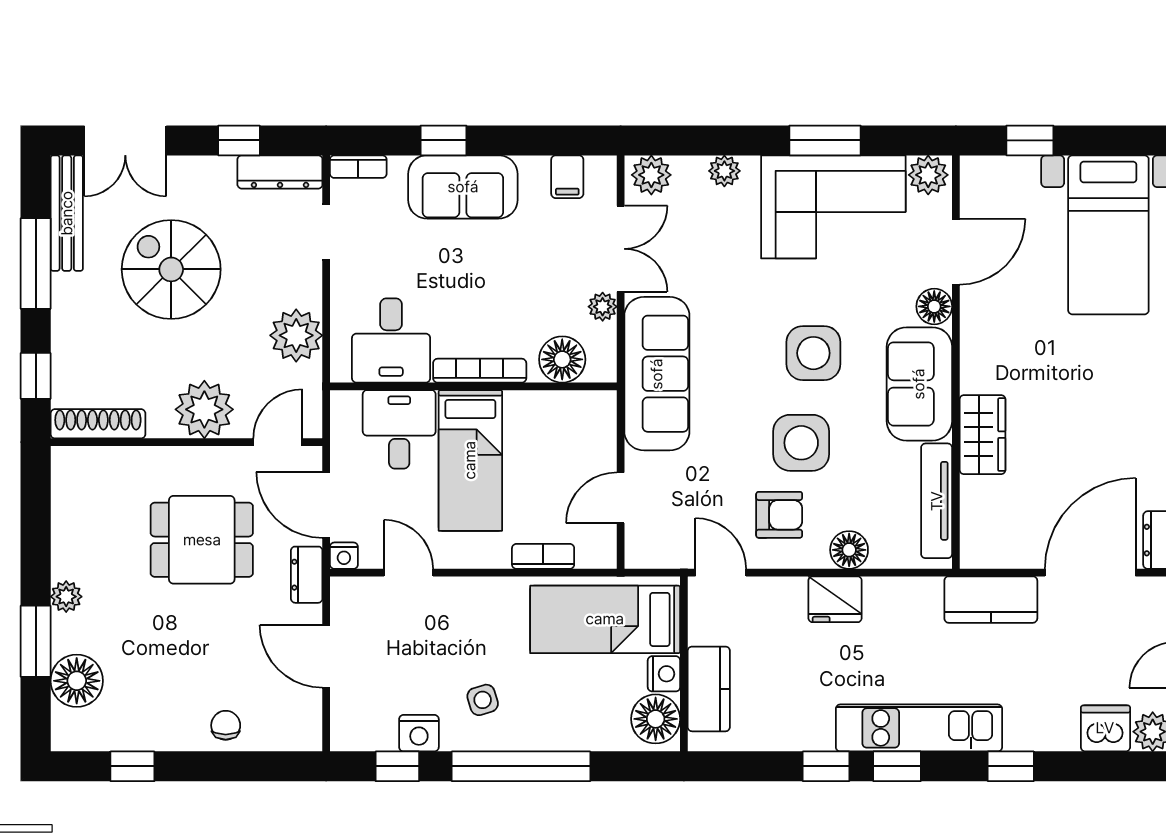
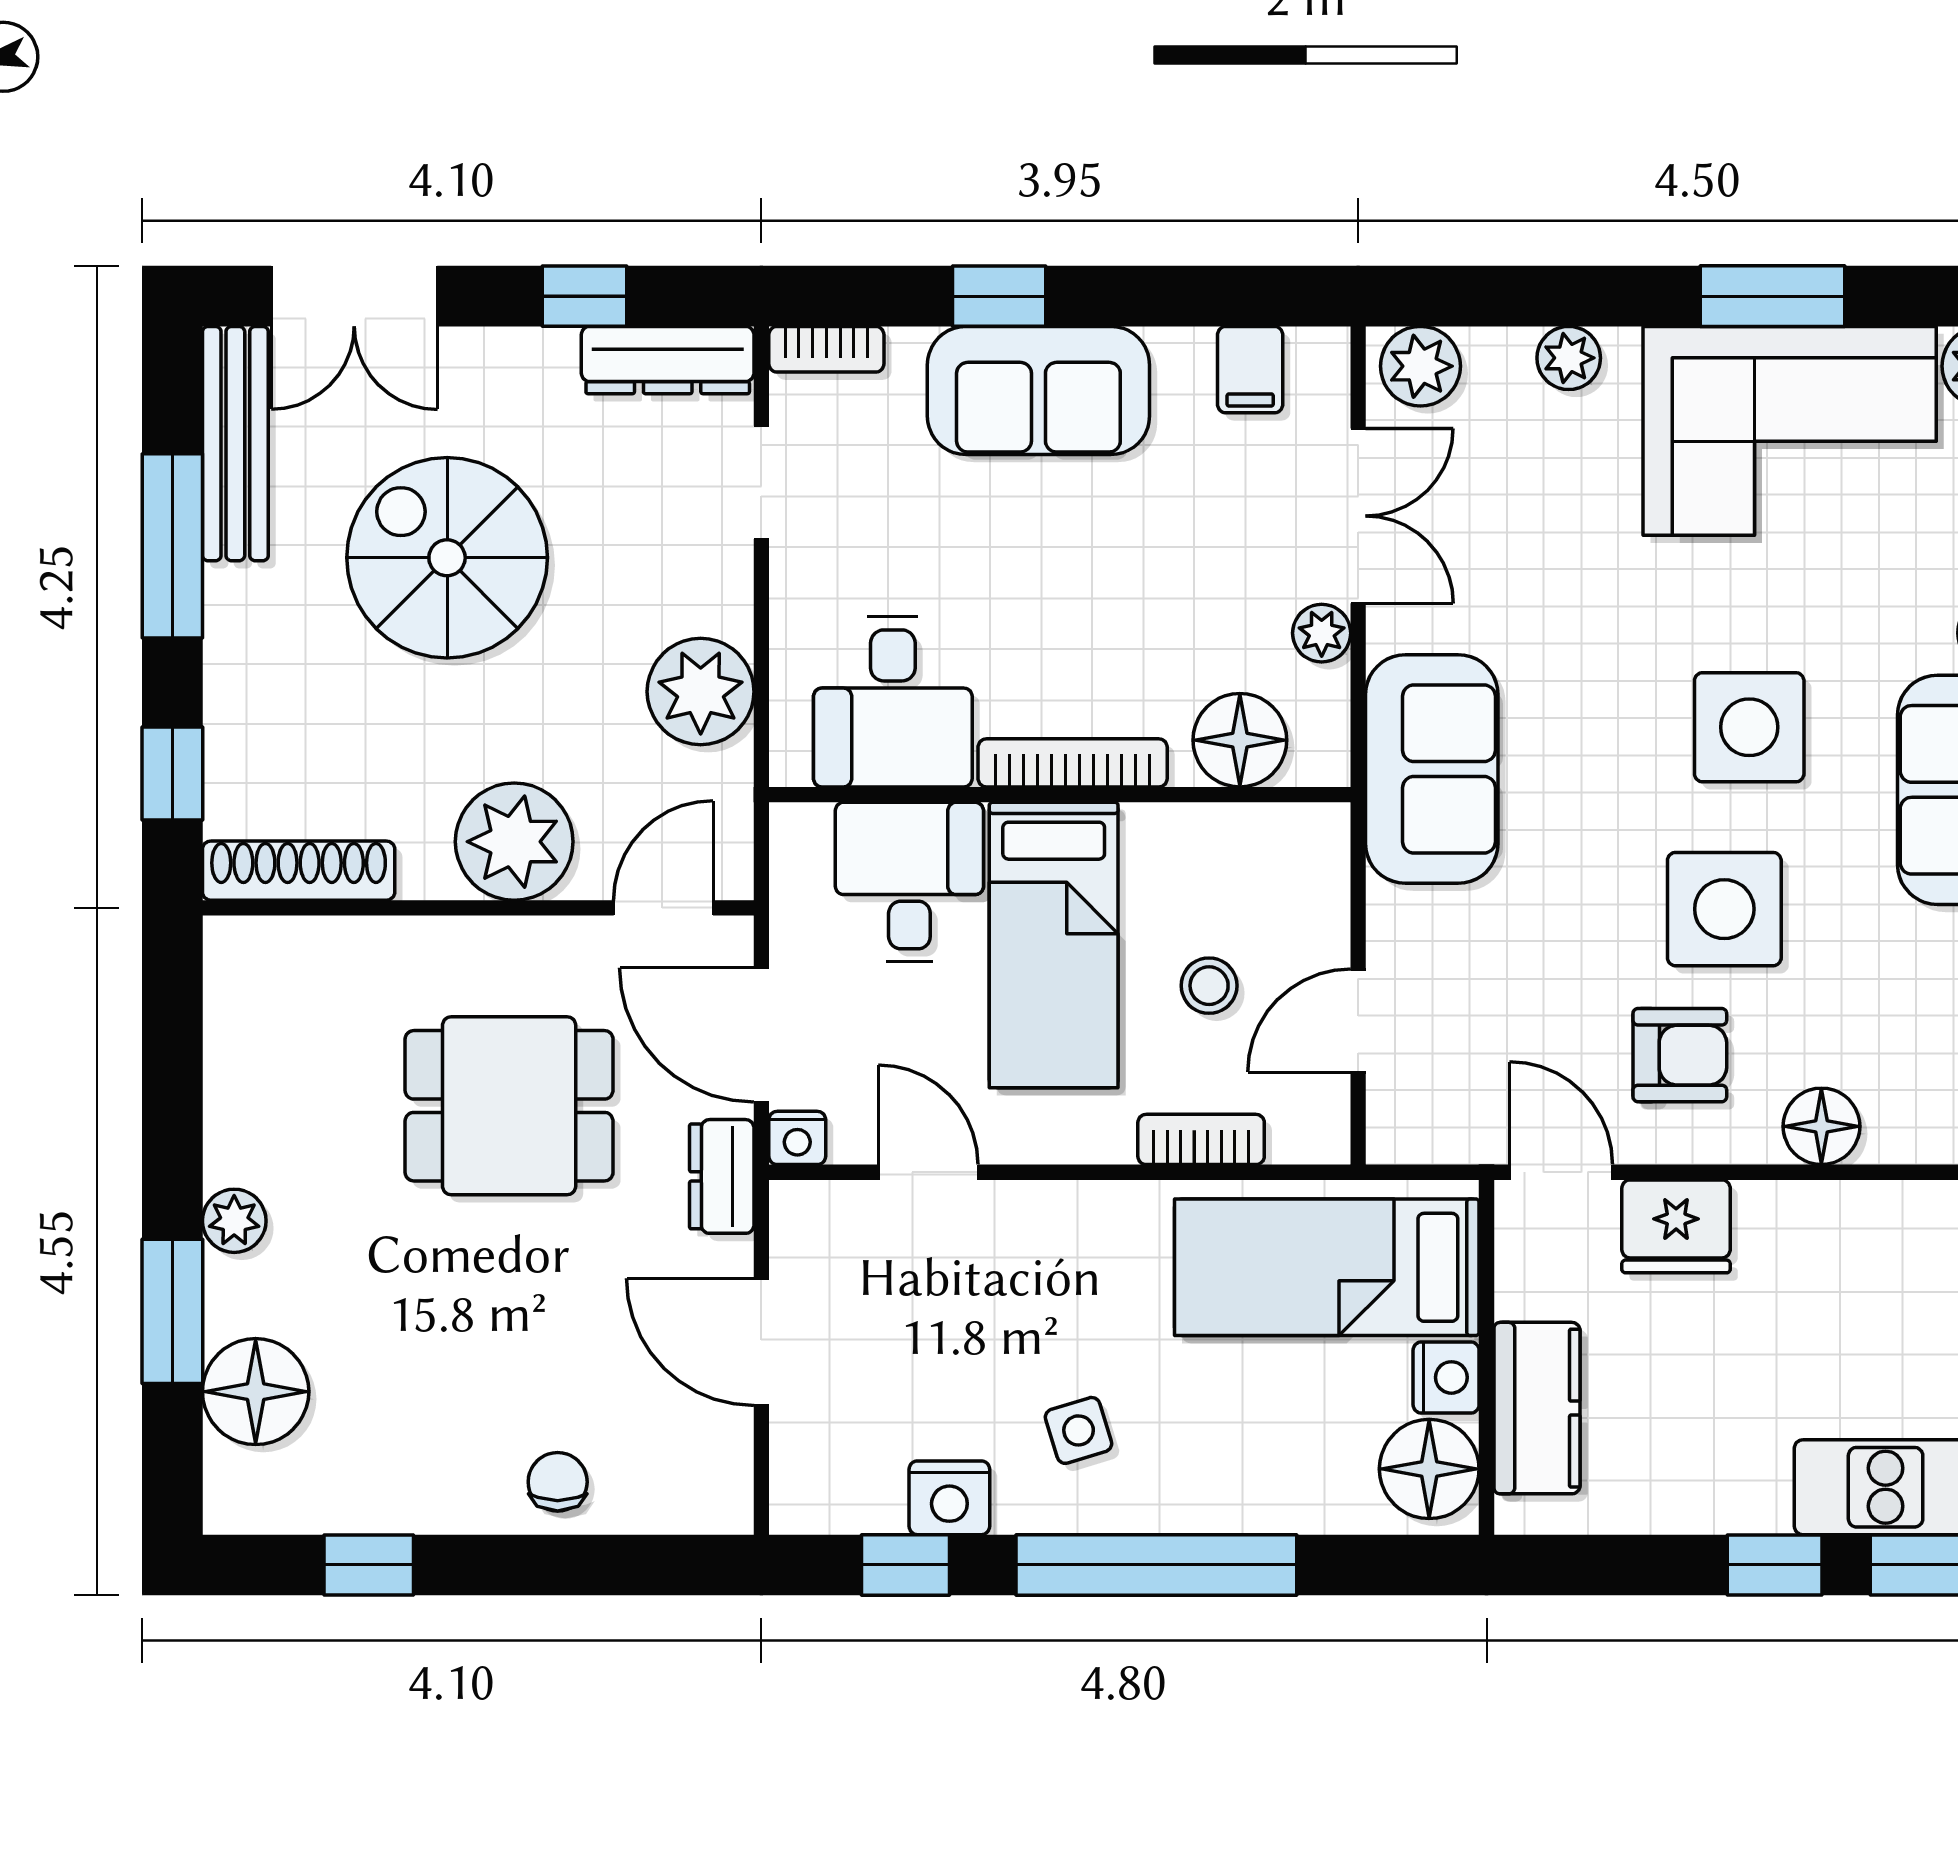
sofa: (657, 374) -> (1432, 769), width x0.73
stool: (547, 481) -> (1209, 986), added
fridge: (835, 599) -> (1676, 1226), moved

